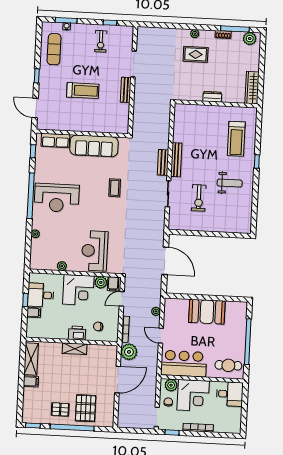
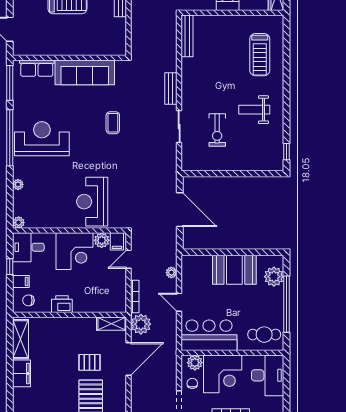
window: (33, 151) -> (10, 83), width x2.17
bench: (176, 160) -> (187, 36), moved
window: (257, 162) -> (287, 152), moved
weight bench: (230, 183) -> (254, 110), turned 180
reception desk: (57, 198) -> (42, 139), turned 180
plant: (62, 266) -> (19, 223), moved
desk: (41, 295) -> (28, 247), moved
plant: (239, 319) -> (274, 277), added
chair: (98, 326) -> (28, 300), moved
printer: (77, 333) -> (62, 304), moved
shelving: (75, 349) -> (111, 324), moved
filing cabinet: (31, 381) -> (22, 373), width x2.00
desk: (230, 394) -> (268, 375), width x1.37
pallet: (60, 409) -> (90, 362), moved

